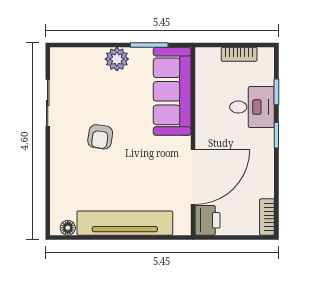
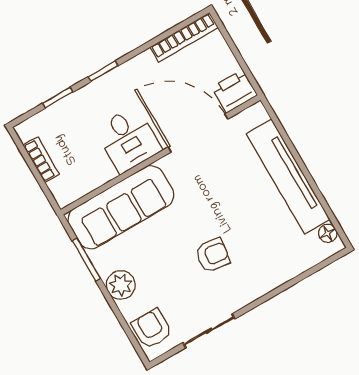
armchair: (73, 63) -> (152, 329), added
desk: (252, 107) -> (128, 139), moved, turned 180
bookcase: (267, 217) -> (184, 37), width x1.56

